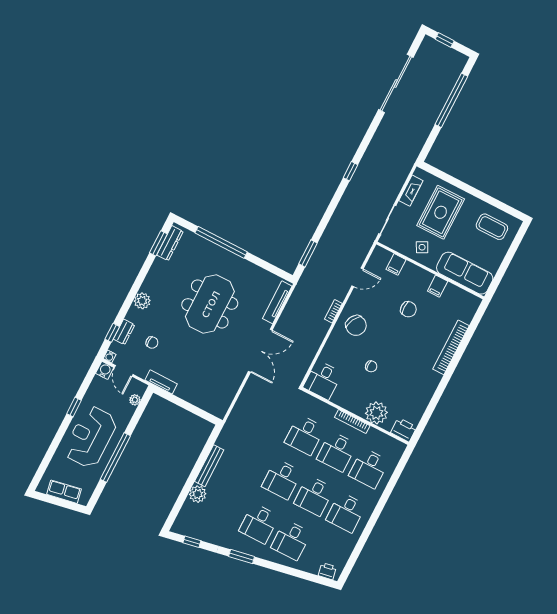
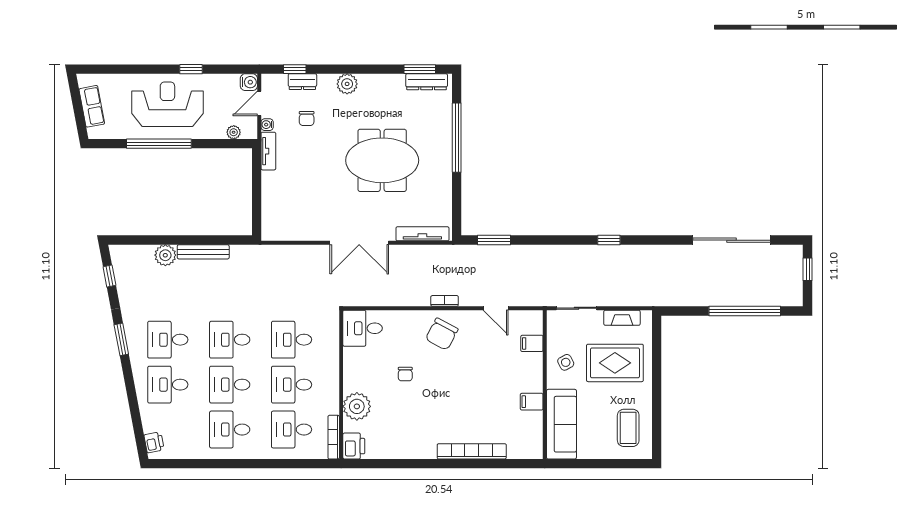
chair: (408, 309) -> (489, 383), removed
water cooler: (110, 356) -> (267, 125), moved
bookcase: (352, 421) -> (334, 437), moved

